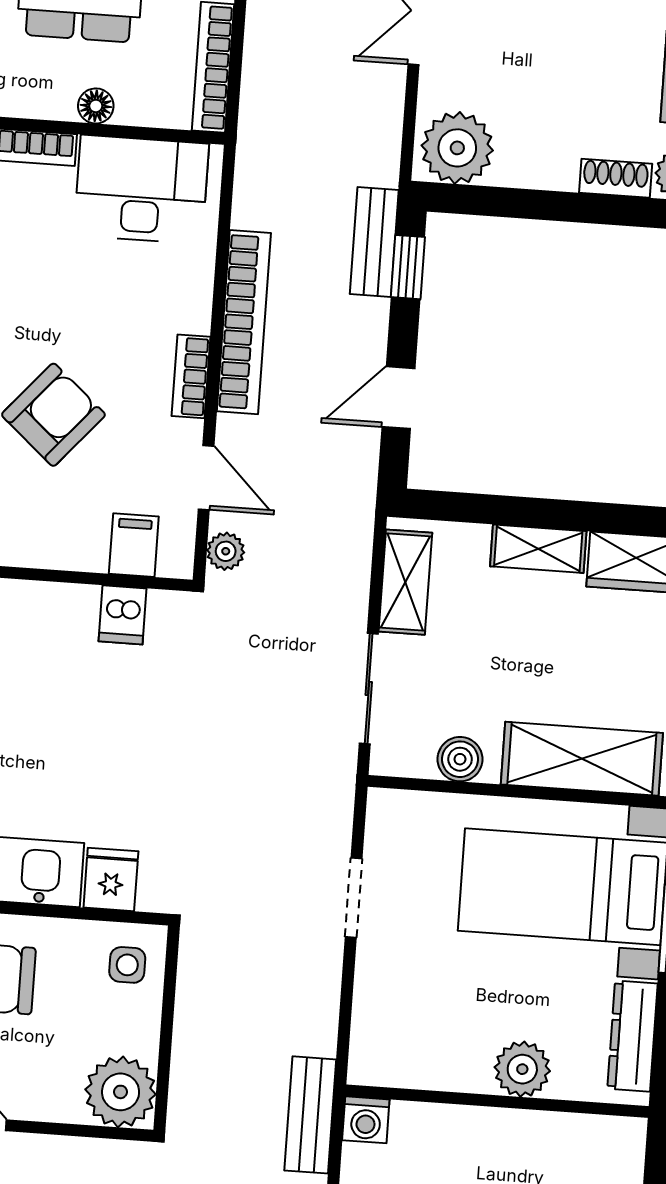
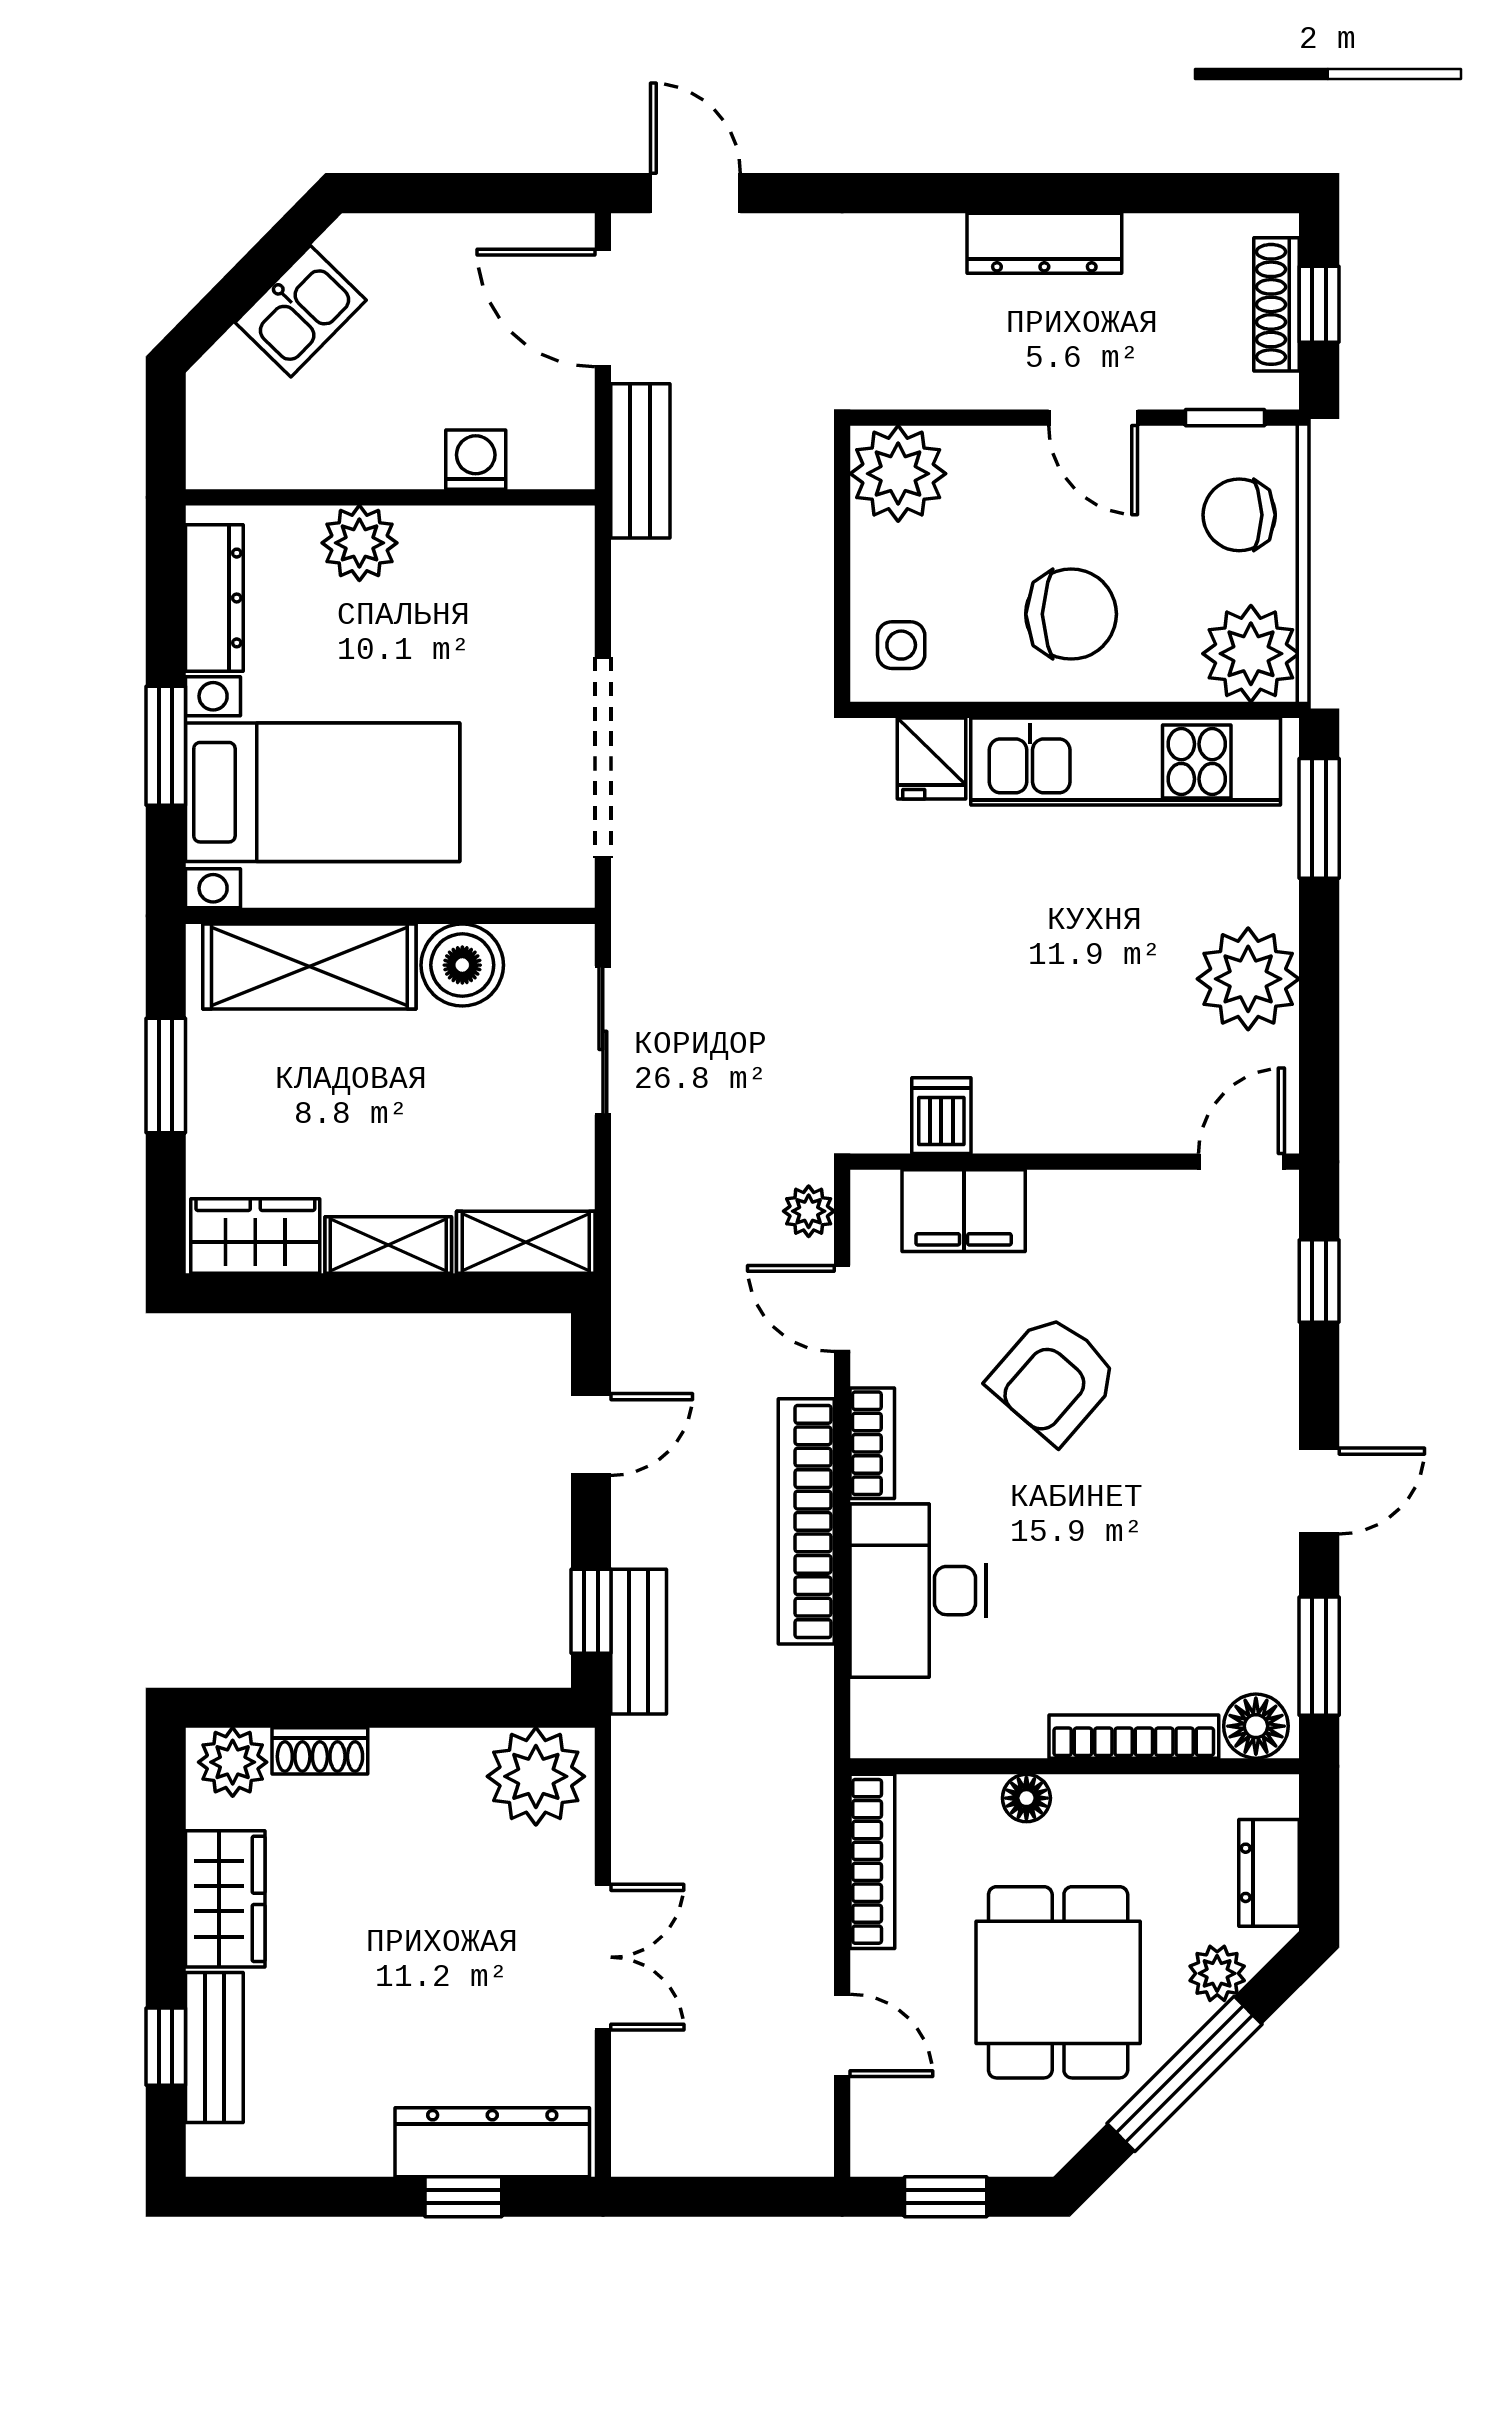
desk: (141, 189) -> (918, 1591), moved, turned 90
filing cabinet: (134, 545) -> (964, 1211), width x2.00
shelving: (405, 582) -> (526, 1242), moved, turned 90
boiler: (460, 759) -> (462, 965), width x1.36, depth x1.36
doorway: (354, 898) -> (603, 757), width x1.87
washing machine: (366, 1120) -> (476, 460), moved

